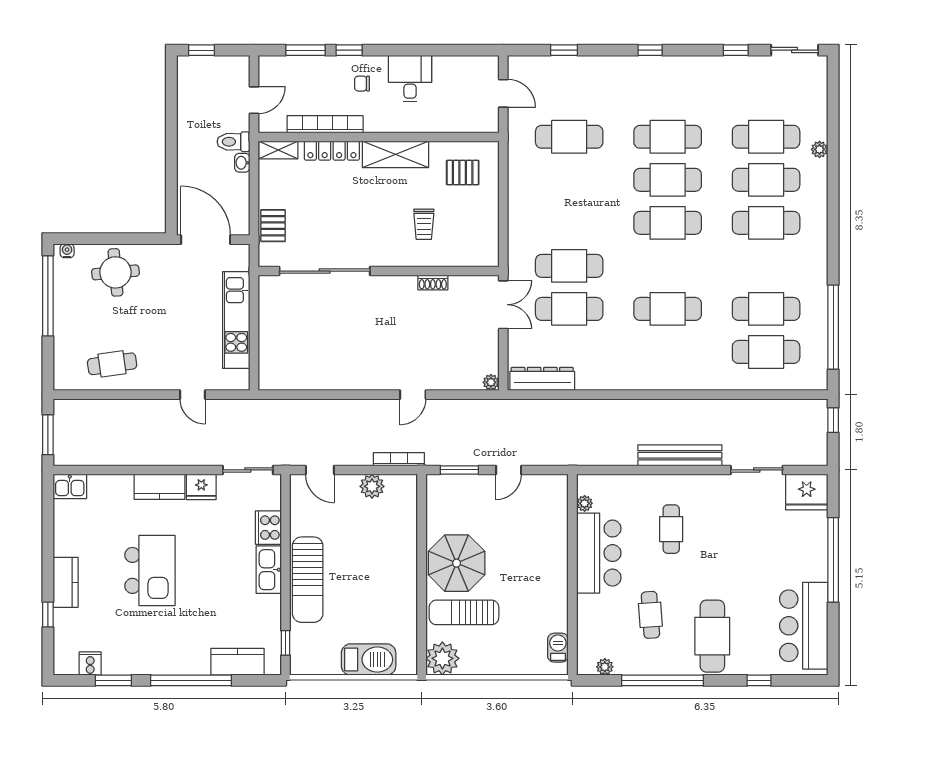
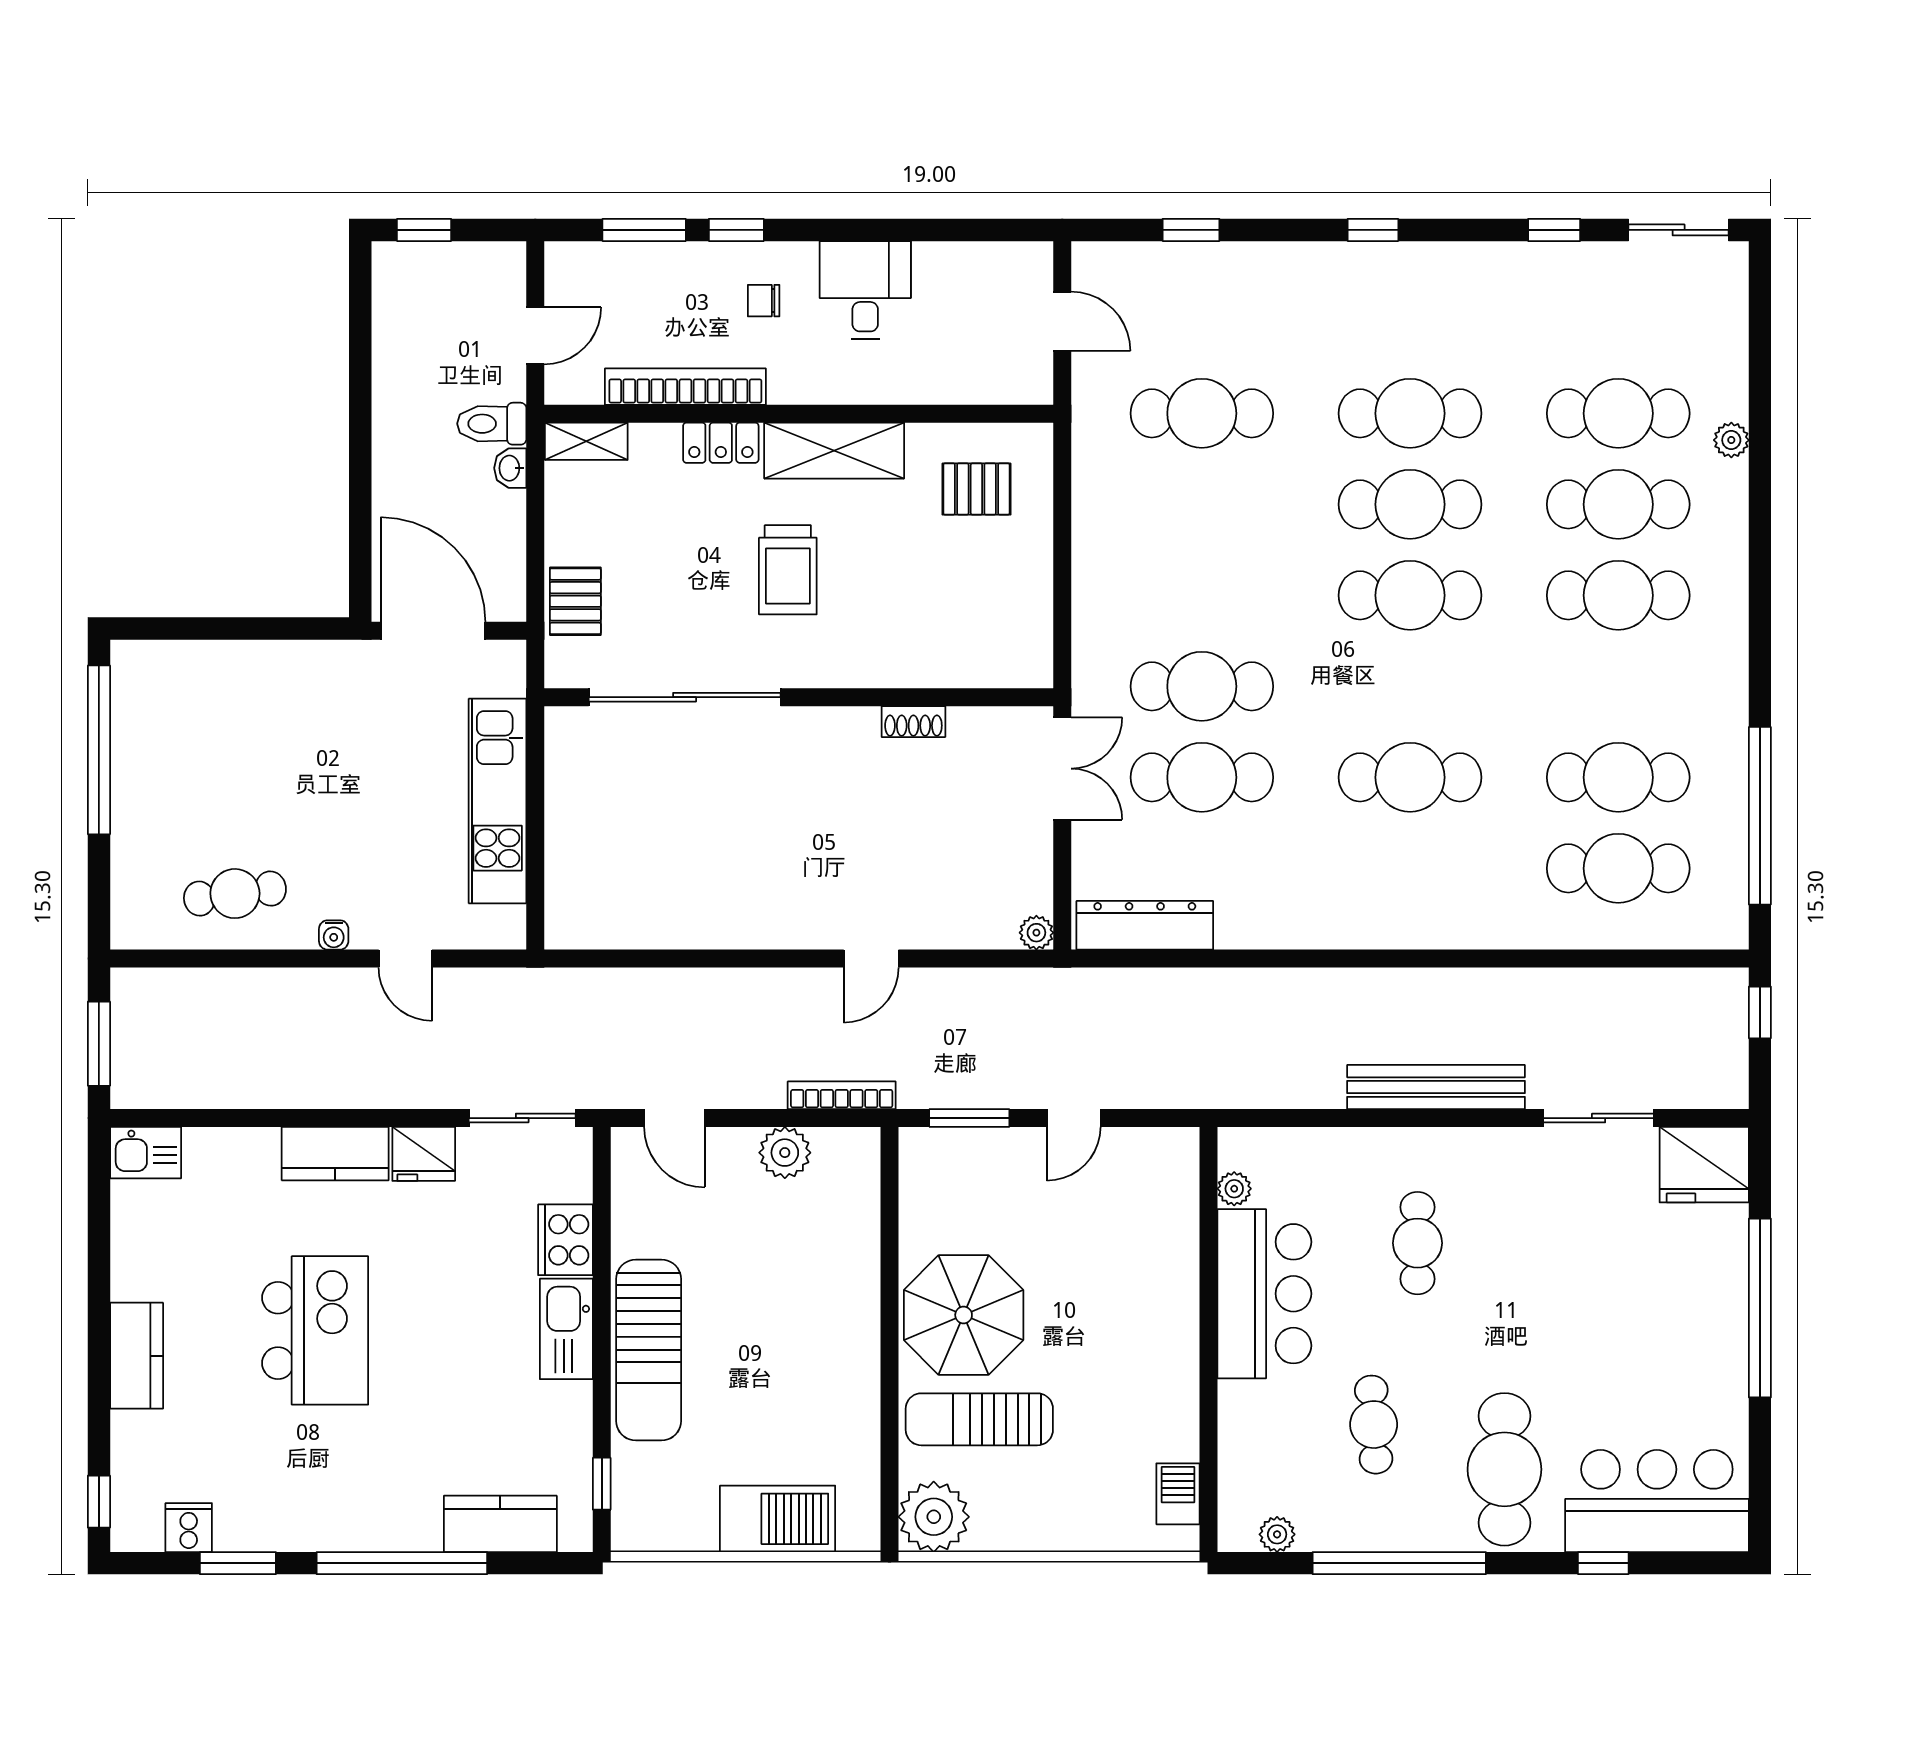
locker: (332, 151) -> (721, 443), width x0.66
trolley: (424, 224) -> (788, 570), moved, width x1.36, depth x1.39
water cooler: (67, 251) -> (334, 935), moved, turned 180
round table: (115, 272) -> (242, 700), removed
window: (48, 615) -> (99, 1502), moved
bar counter: (804, 626) -> (1657, 1501), moved, turned 90

